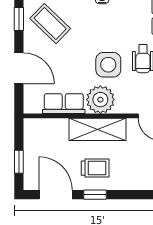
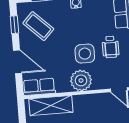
row of seats: (64, 104) -> (39, 87), moved
shelving: (98, 129) -> (51, 106), moved

